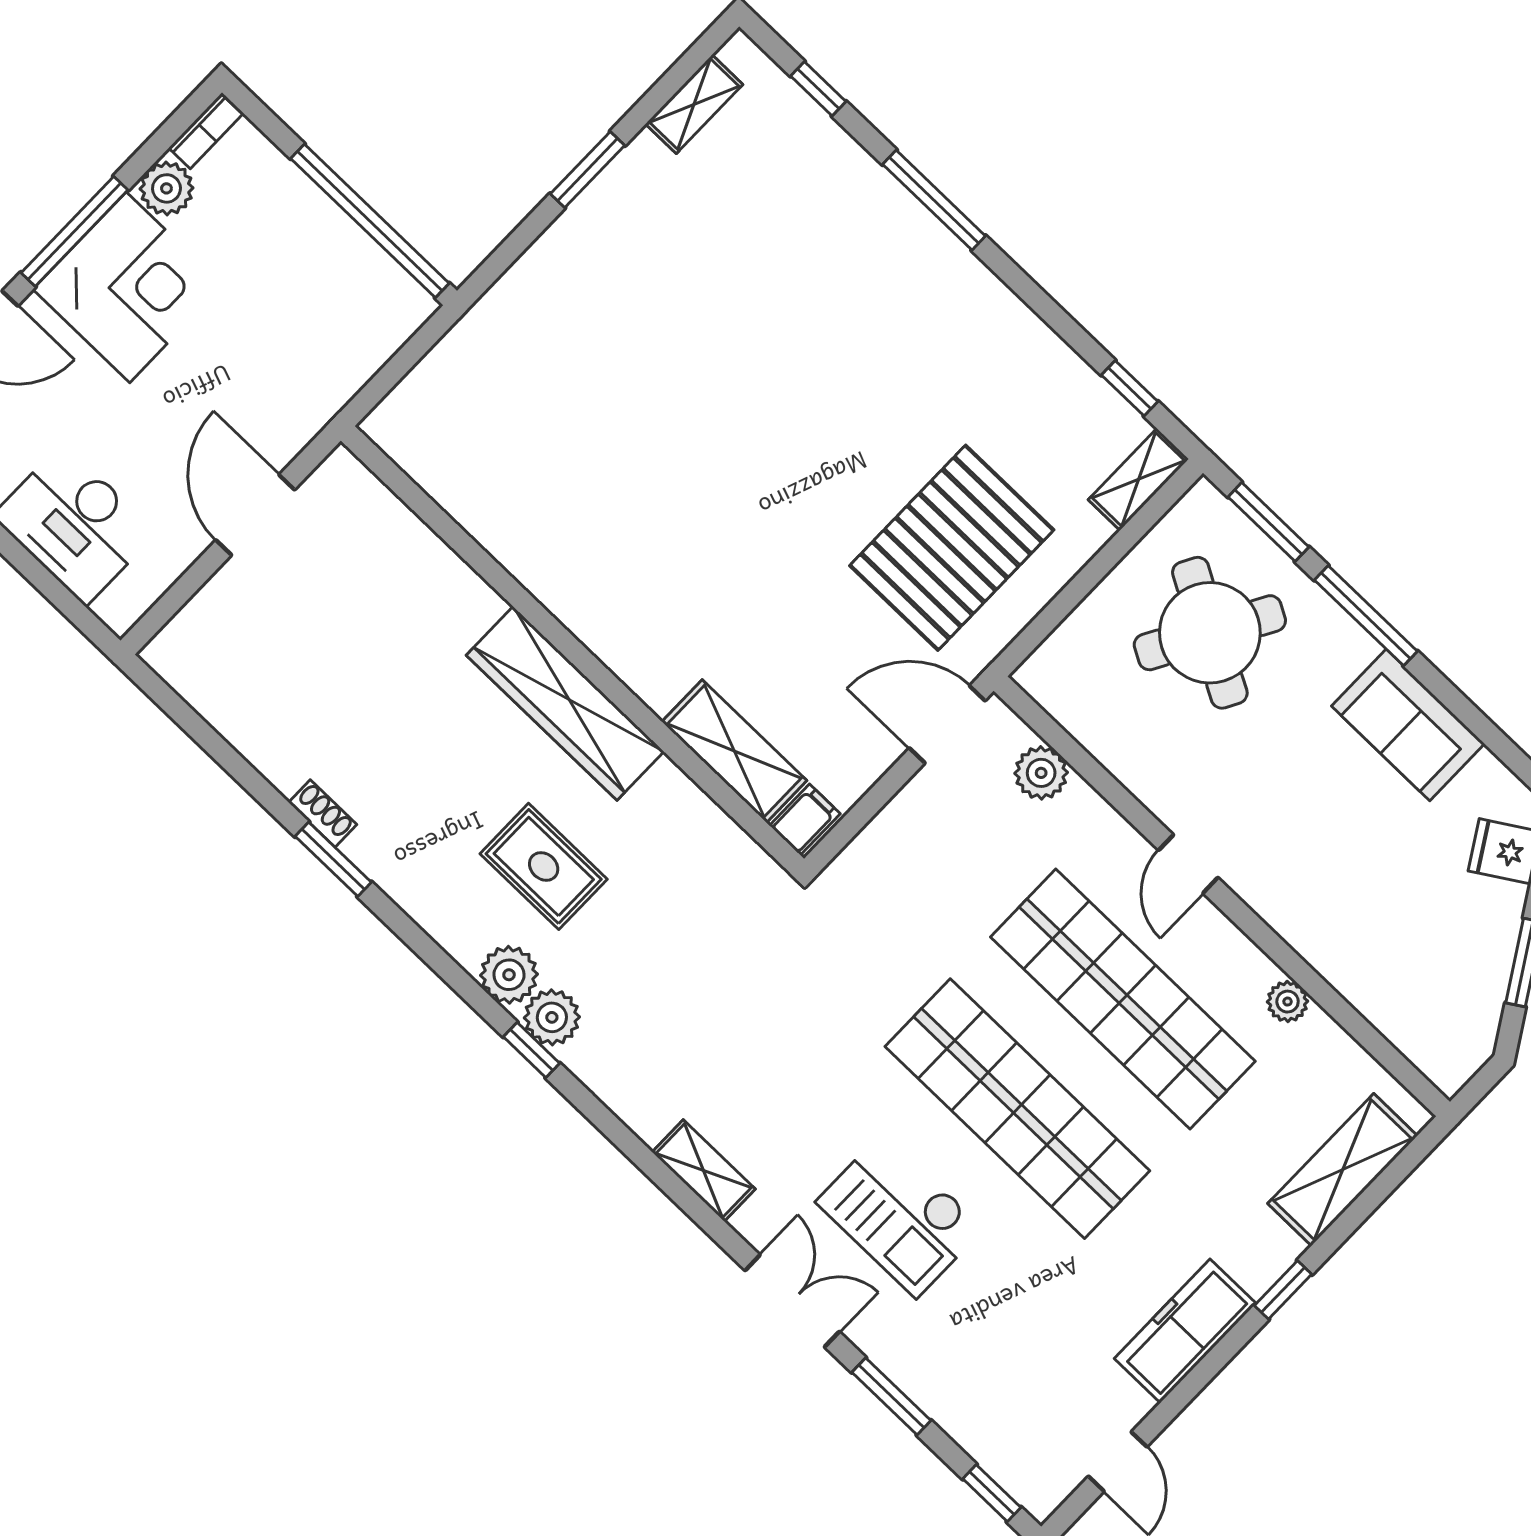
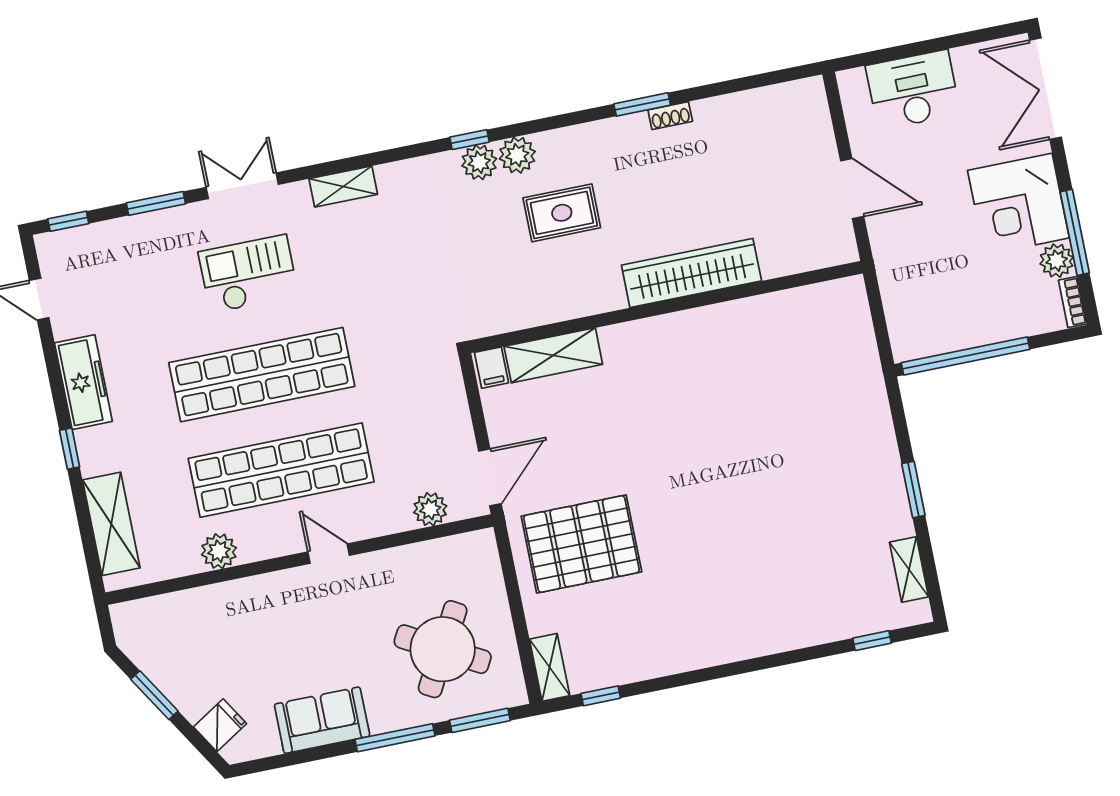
window: (934, 200) -> (771, 661), removed
window: (74, 231) -> (1075, 232), moved
pallet: (952, 548) -> (581, 544), turned 90
wardrobe: (565, 703) -> (691, 273), moved
plant: (1288, 1002) -> (219, 551), width x1.38, depth x1.38
double door: (792, 1301) -> (242, 186), swing flipped

